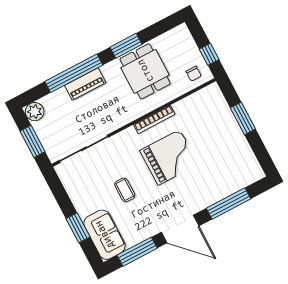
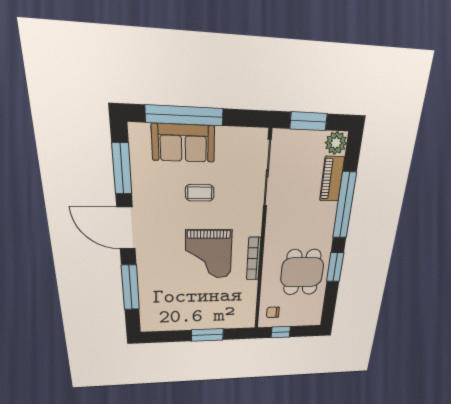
dining table: (145, 71) -> (302, 272), turned 90
piano: (85, 84) -> (332, 179), moved
window: (78, 228) -> (185, 115), width x2.11
door: (180, 229) -> (126, 228), hinge flipped
sofa: (104, 235) -> (183, 143), moved

